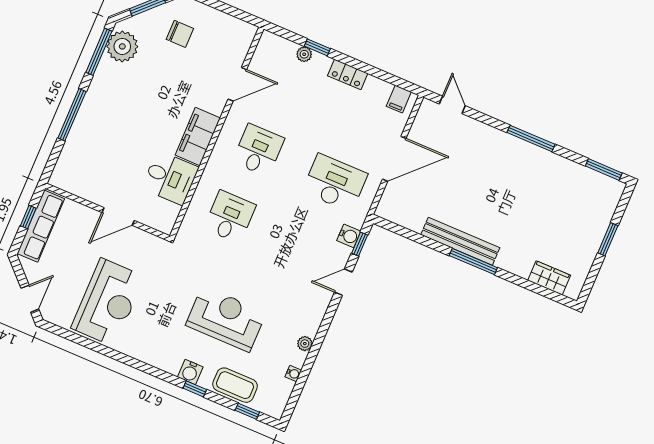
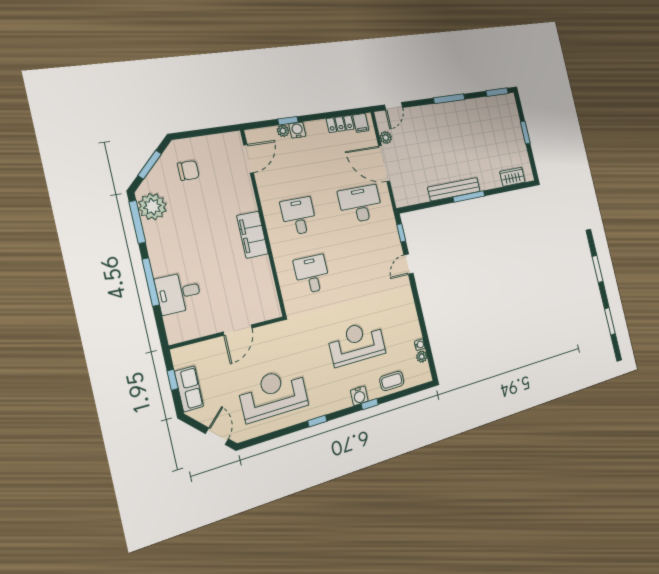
locker: (348, 74) -> (340, 124), moved
door: (237, 84) -> (249, 159), moved
door: (452, 105) -> (394, 106), swing flipped
plant: (417, 133) -> (386, 138), added
door: (394, 159) -> (384, 164), swing flipped
desk: (170, 178) -> (178, 293), moved, turned 180
row of seats: (41, 226) -> (189, 389), width x0.68
water cooler: (349, 236) -> (297, 130), moved, turned -90
reception desk: (108, 302) -> (273, 394), turned -90
plant: (305, 344) -> (422, 357), moved
coffee table: (235, 385) -> (392, 381), width x0.73, depth x0.77
window: (247, 411) -> (317, 421), moved

